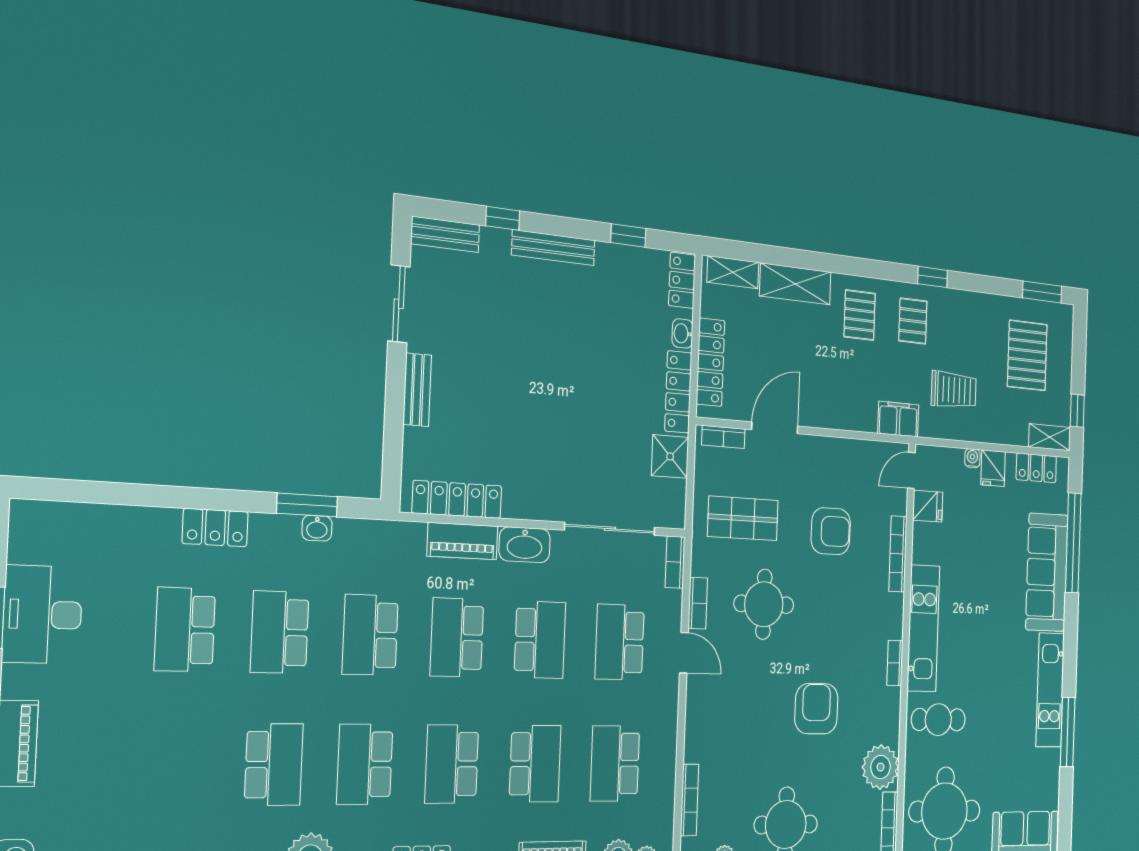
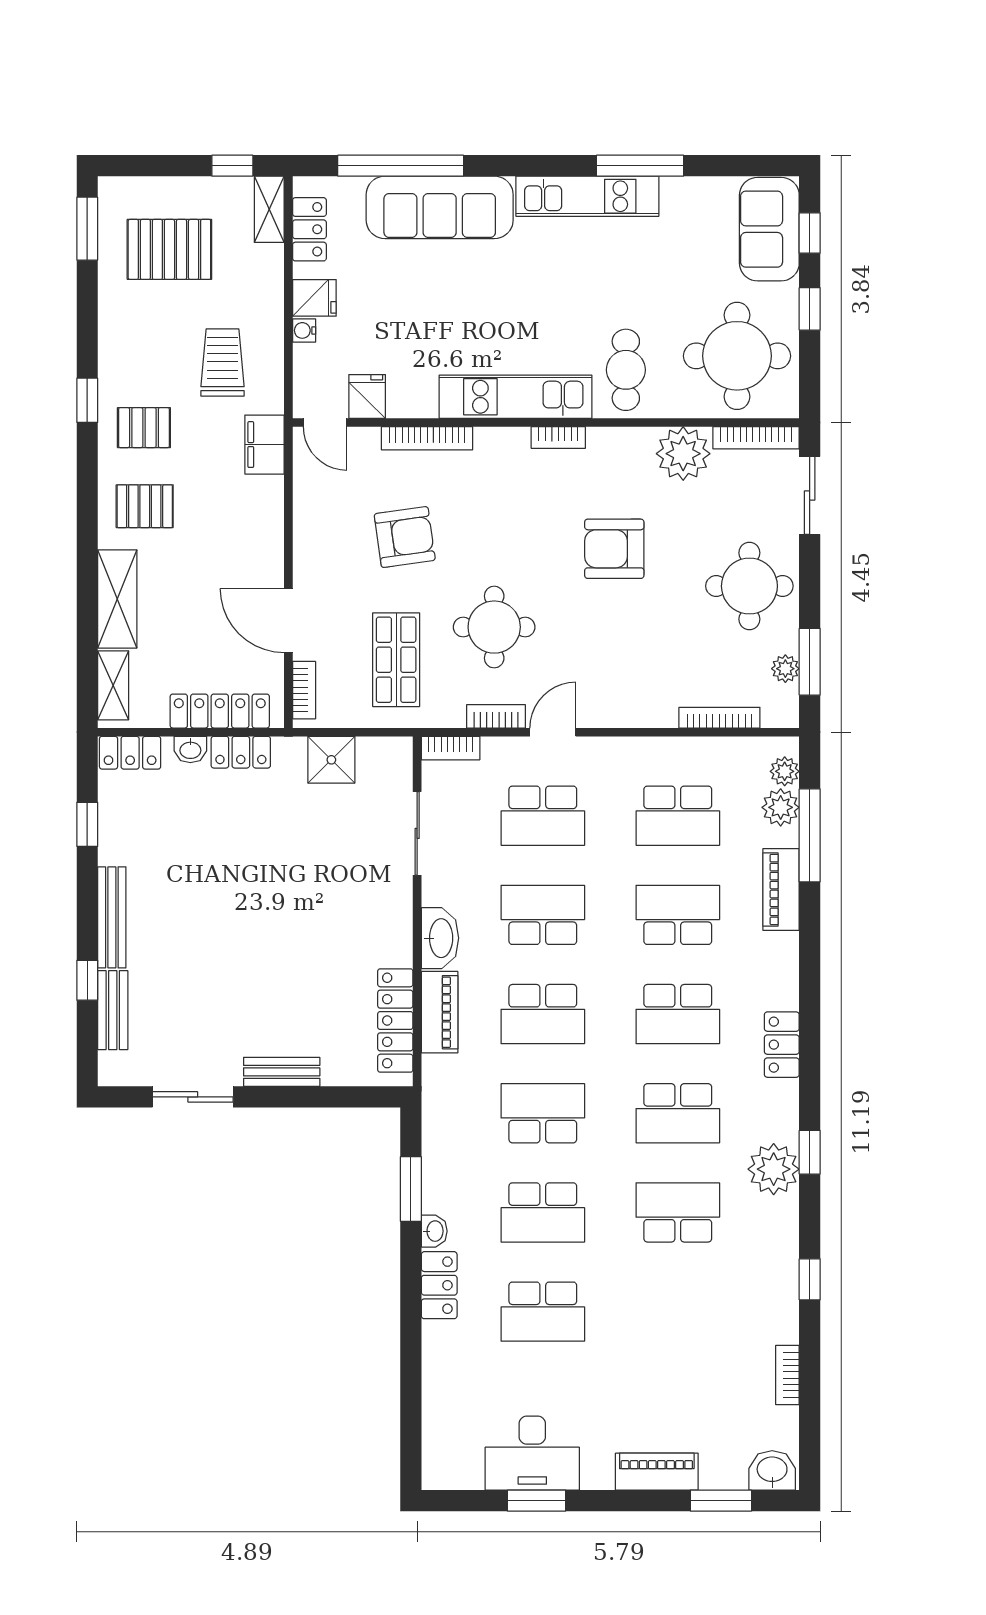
bench: (445, 234) -> (113, 1010), moved
locker: (678, 392) -> (241, 752), width x0.66
washbasin: (317, 528) -> (434, 1231), moved
sliding door: (610, 529) -> (417, 833), width x0.73
armchair: (831, 531) -> (405, 537), turned 82
school desk: (370, 635) -> (543, 1113), turned 180

